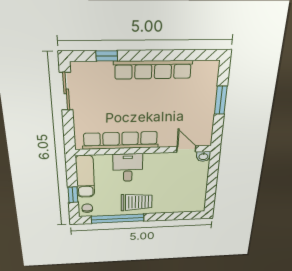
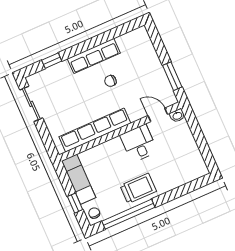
row of seats: (153, 70) -> (94, 56), width x0.73
window: (221, 100) -> (172, 76), moved
chair: (158, 101) -> (110, 81), added
desk: (128, 168) -> (139, 143), moved

